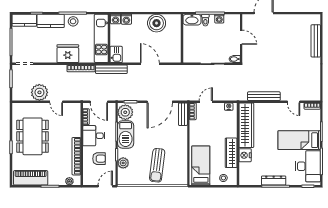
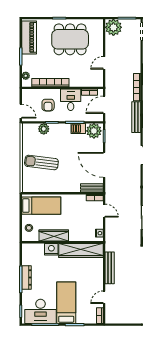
plant: (39, 92) -> (113, 27), moved
barbecue: (126, 134) -> (78, 129), width x0.53, depth x0.65

